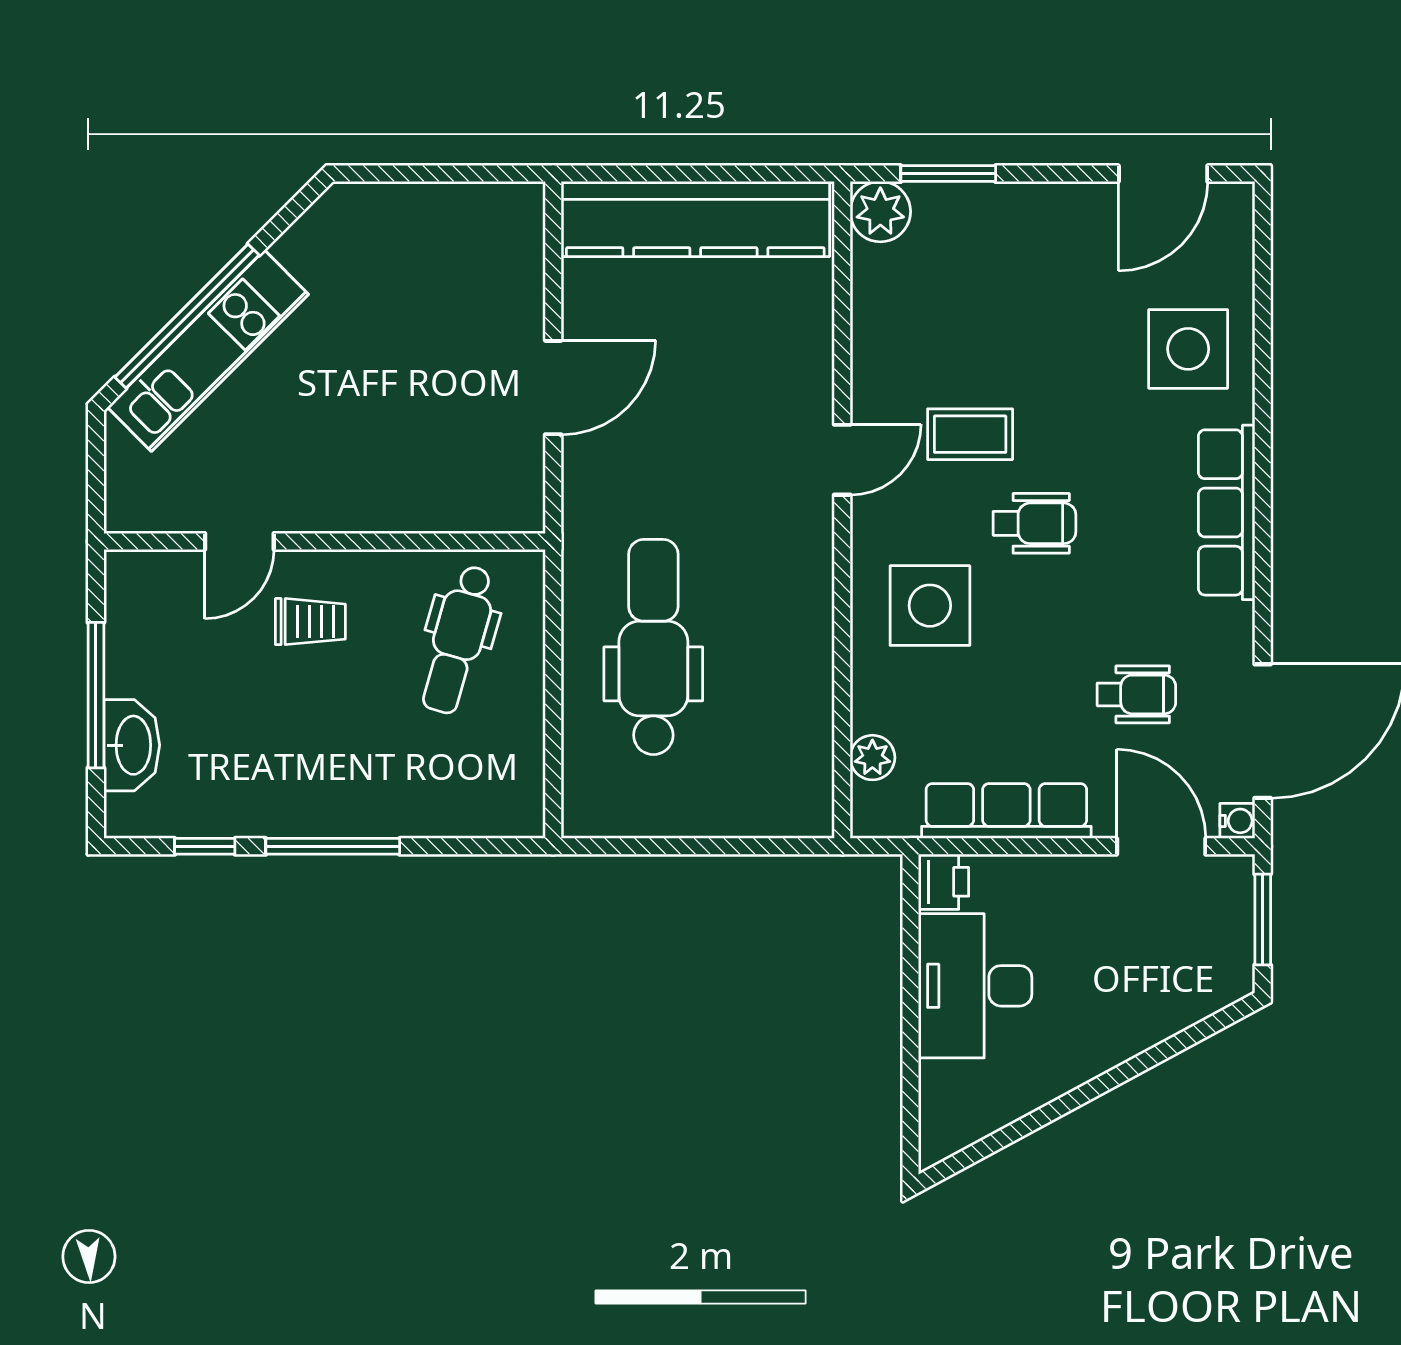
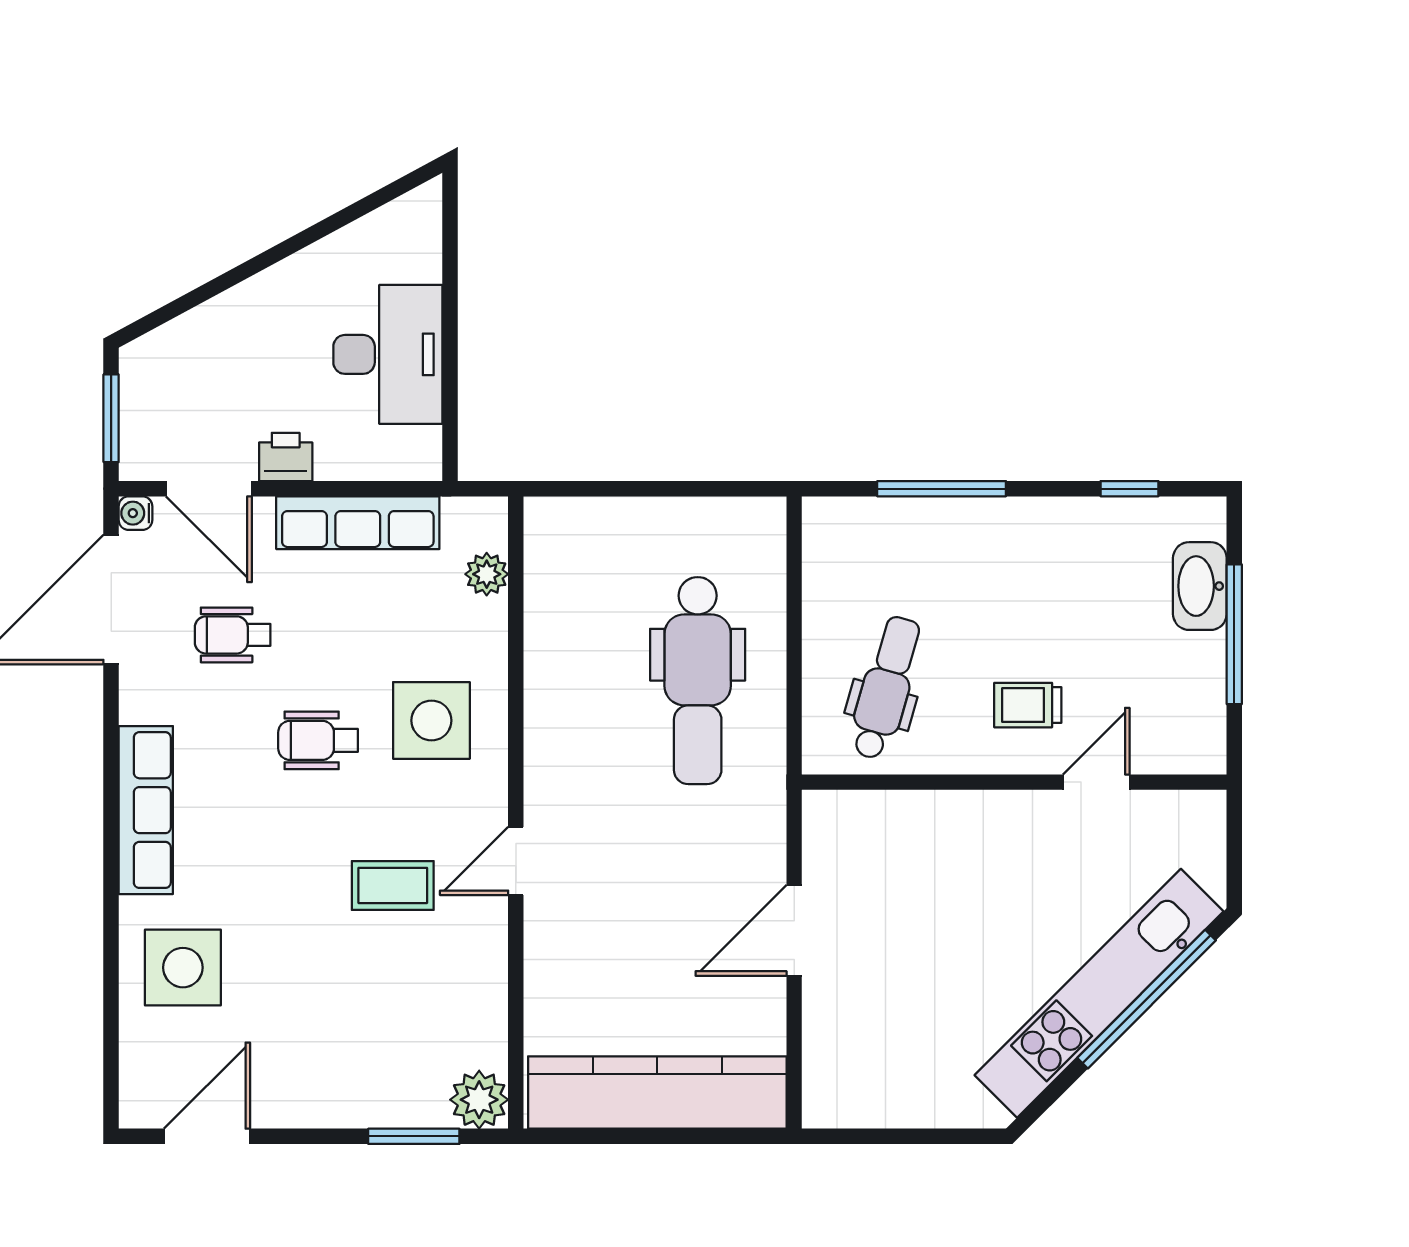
kitchen unit: (208, 351) -> (1099, 993), width x1.36
wheelchair: (1035, 523) -> (318, 740), moved
window: (333, 846) -> (942, 489), moved
printer: (944, 882) -> (286, 457), moved, turned 90

